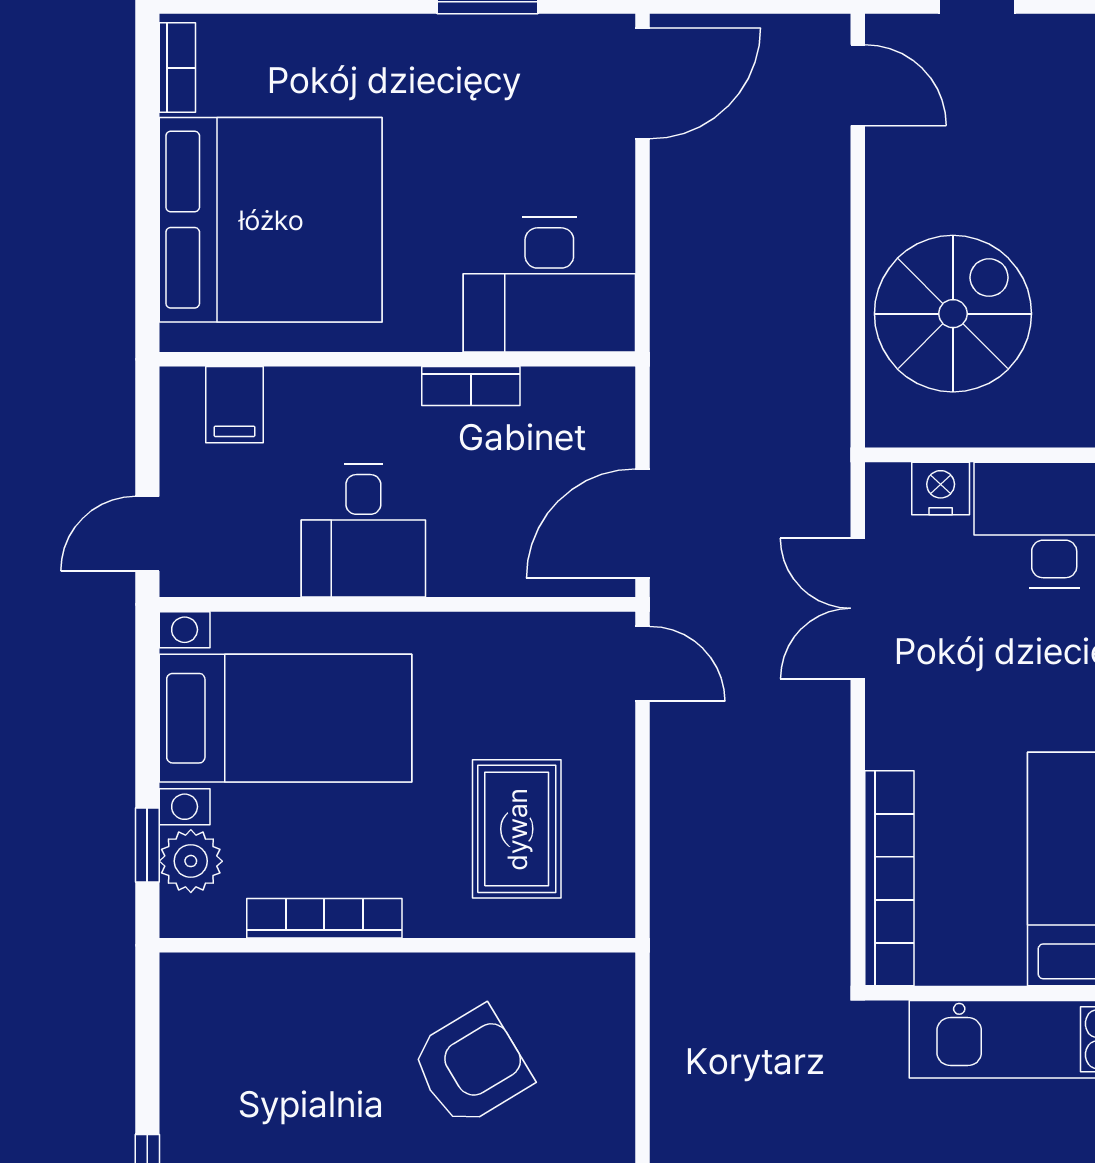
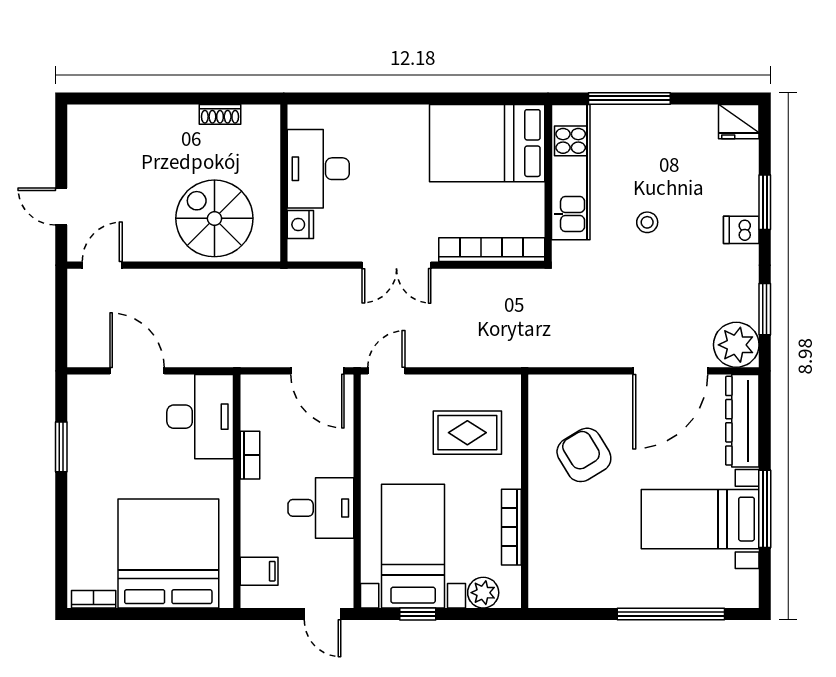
door: (643, 83) -> (137, 371), moved
double door: (858, 608) -> (396, 265), moved
window: (147, 845) -> (418, 614), moved

